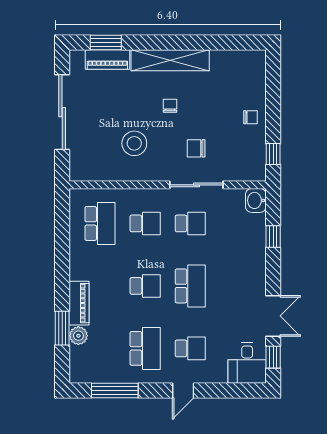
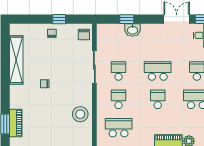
shelving: (170, 60) -> (16, 60), moved
stool: (134, 143) -> (80, 114), moved
chair: (196, 148) -> (84, 34), moved
window: (273, 154) -> (59, 19), moved
washbasin: (256, 200) -> (133, 30), moved

